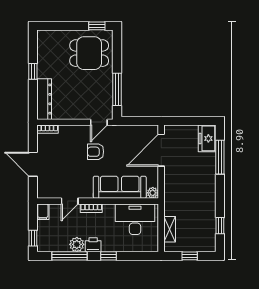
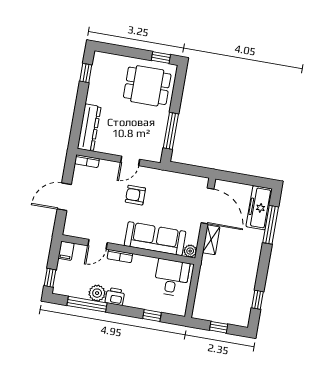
window: (33, 71) -> (86, 73), moved
door: (99, 122) -> (130, 161), moved
freezer: (207, 138) -> (259, 208), width x1.40
door: (161, 150) -> (208, 206), swing flipped
door: (33, 164) -> (64, 197), hinge flipped
desk: (135, 219) -> (172, 278), width x0.73
shelving: (170, 229) -> (211, 240), moved
window: (109, 256) -> (152, 316), moved

